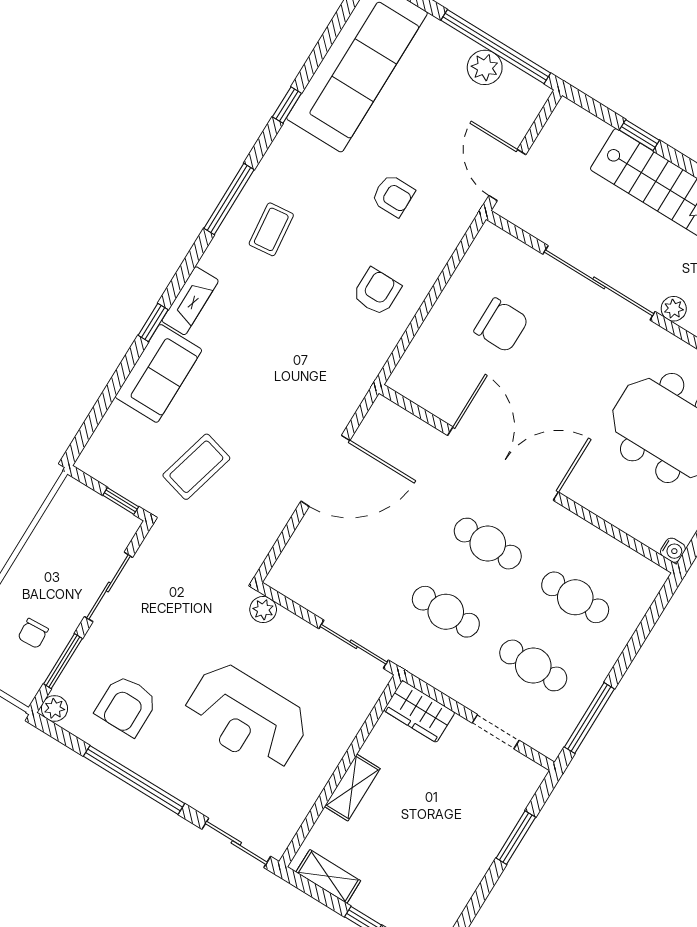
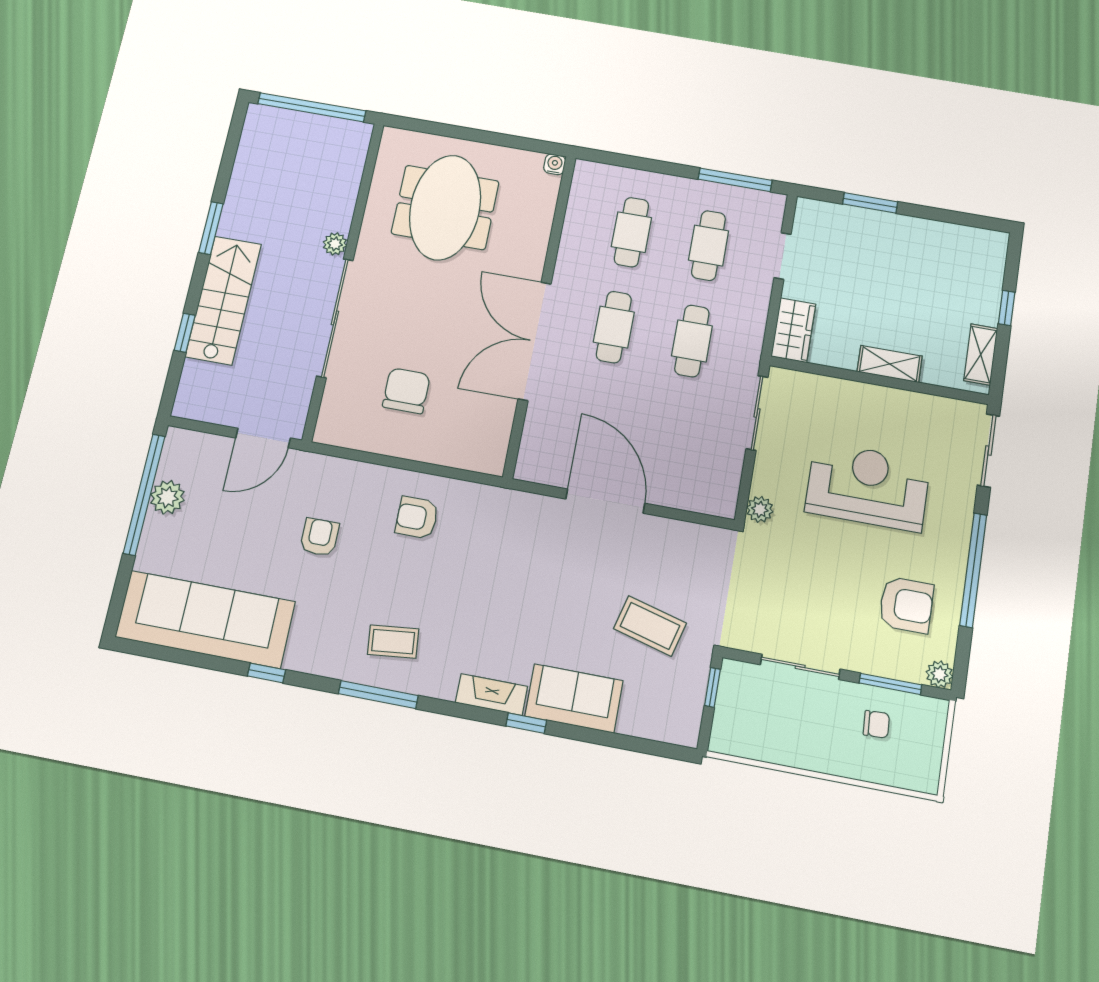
reception desk: (246, 717) -> (868, 486), turned -90

